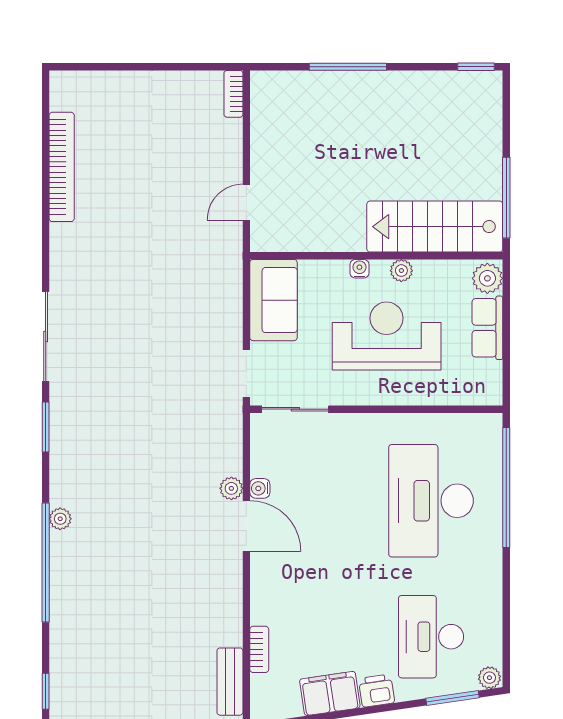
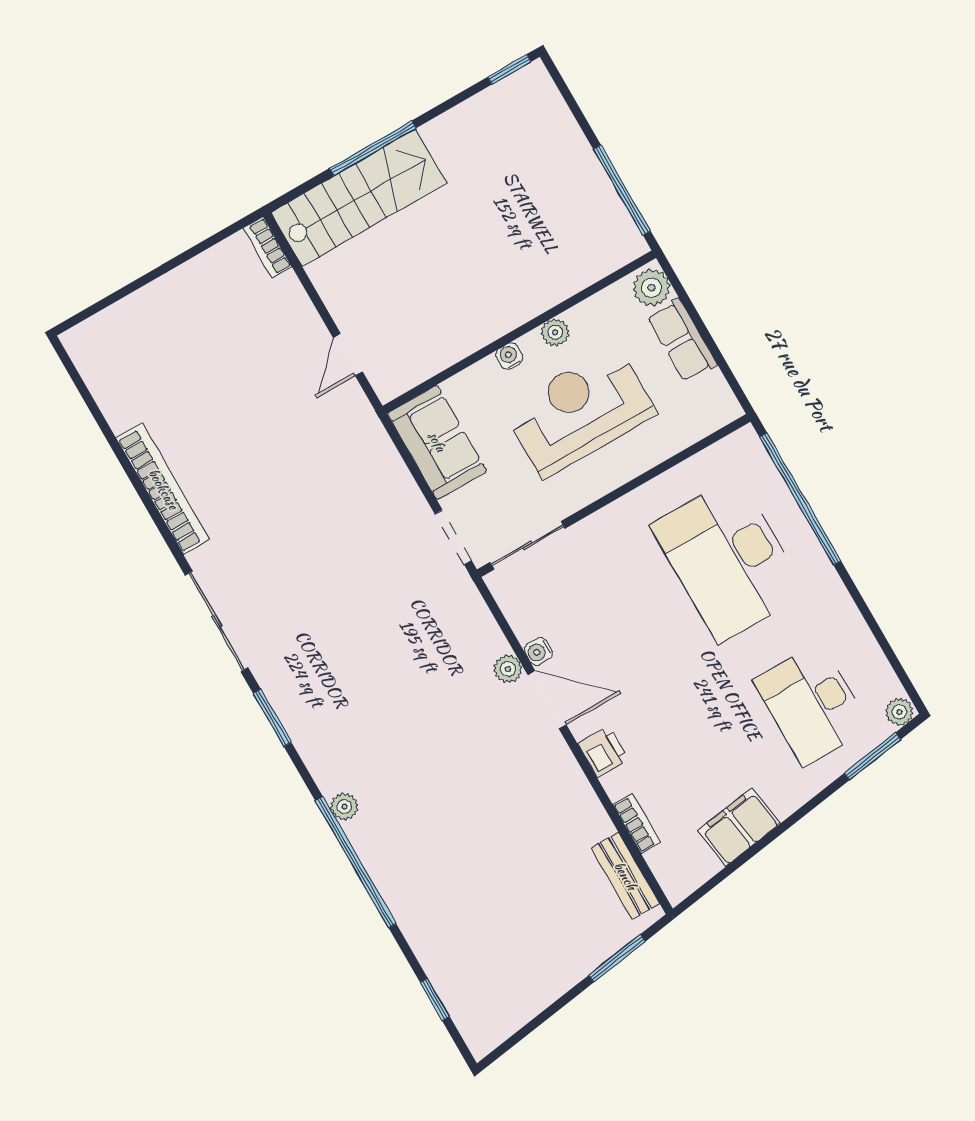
bookcase: (62, 167) -> (163, 489), moved
stairs: (435, 227) -> (359, 198), moved, turned 180
printer: (377, 691) -> (603, 752), moved, turned 98

